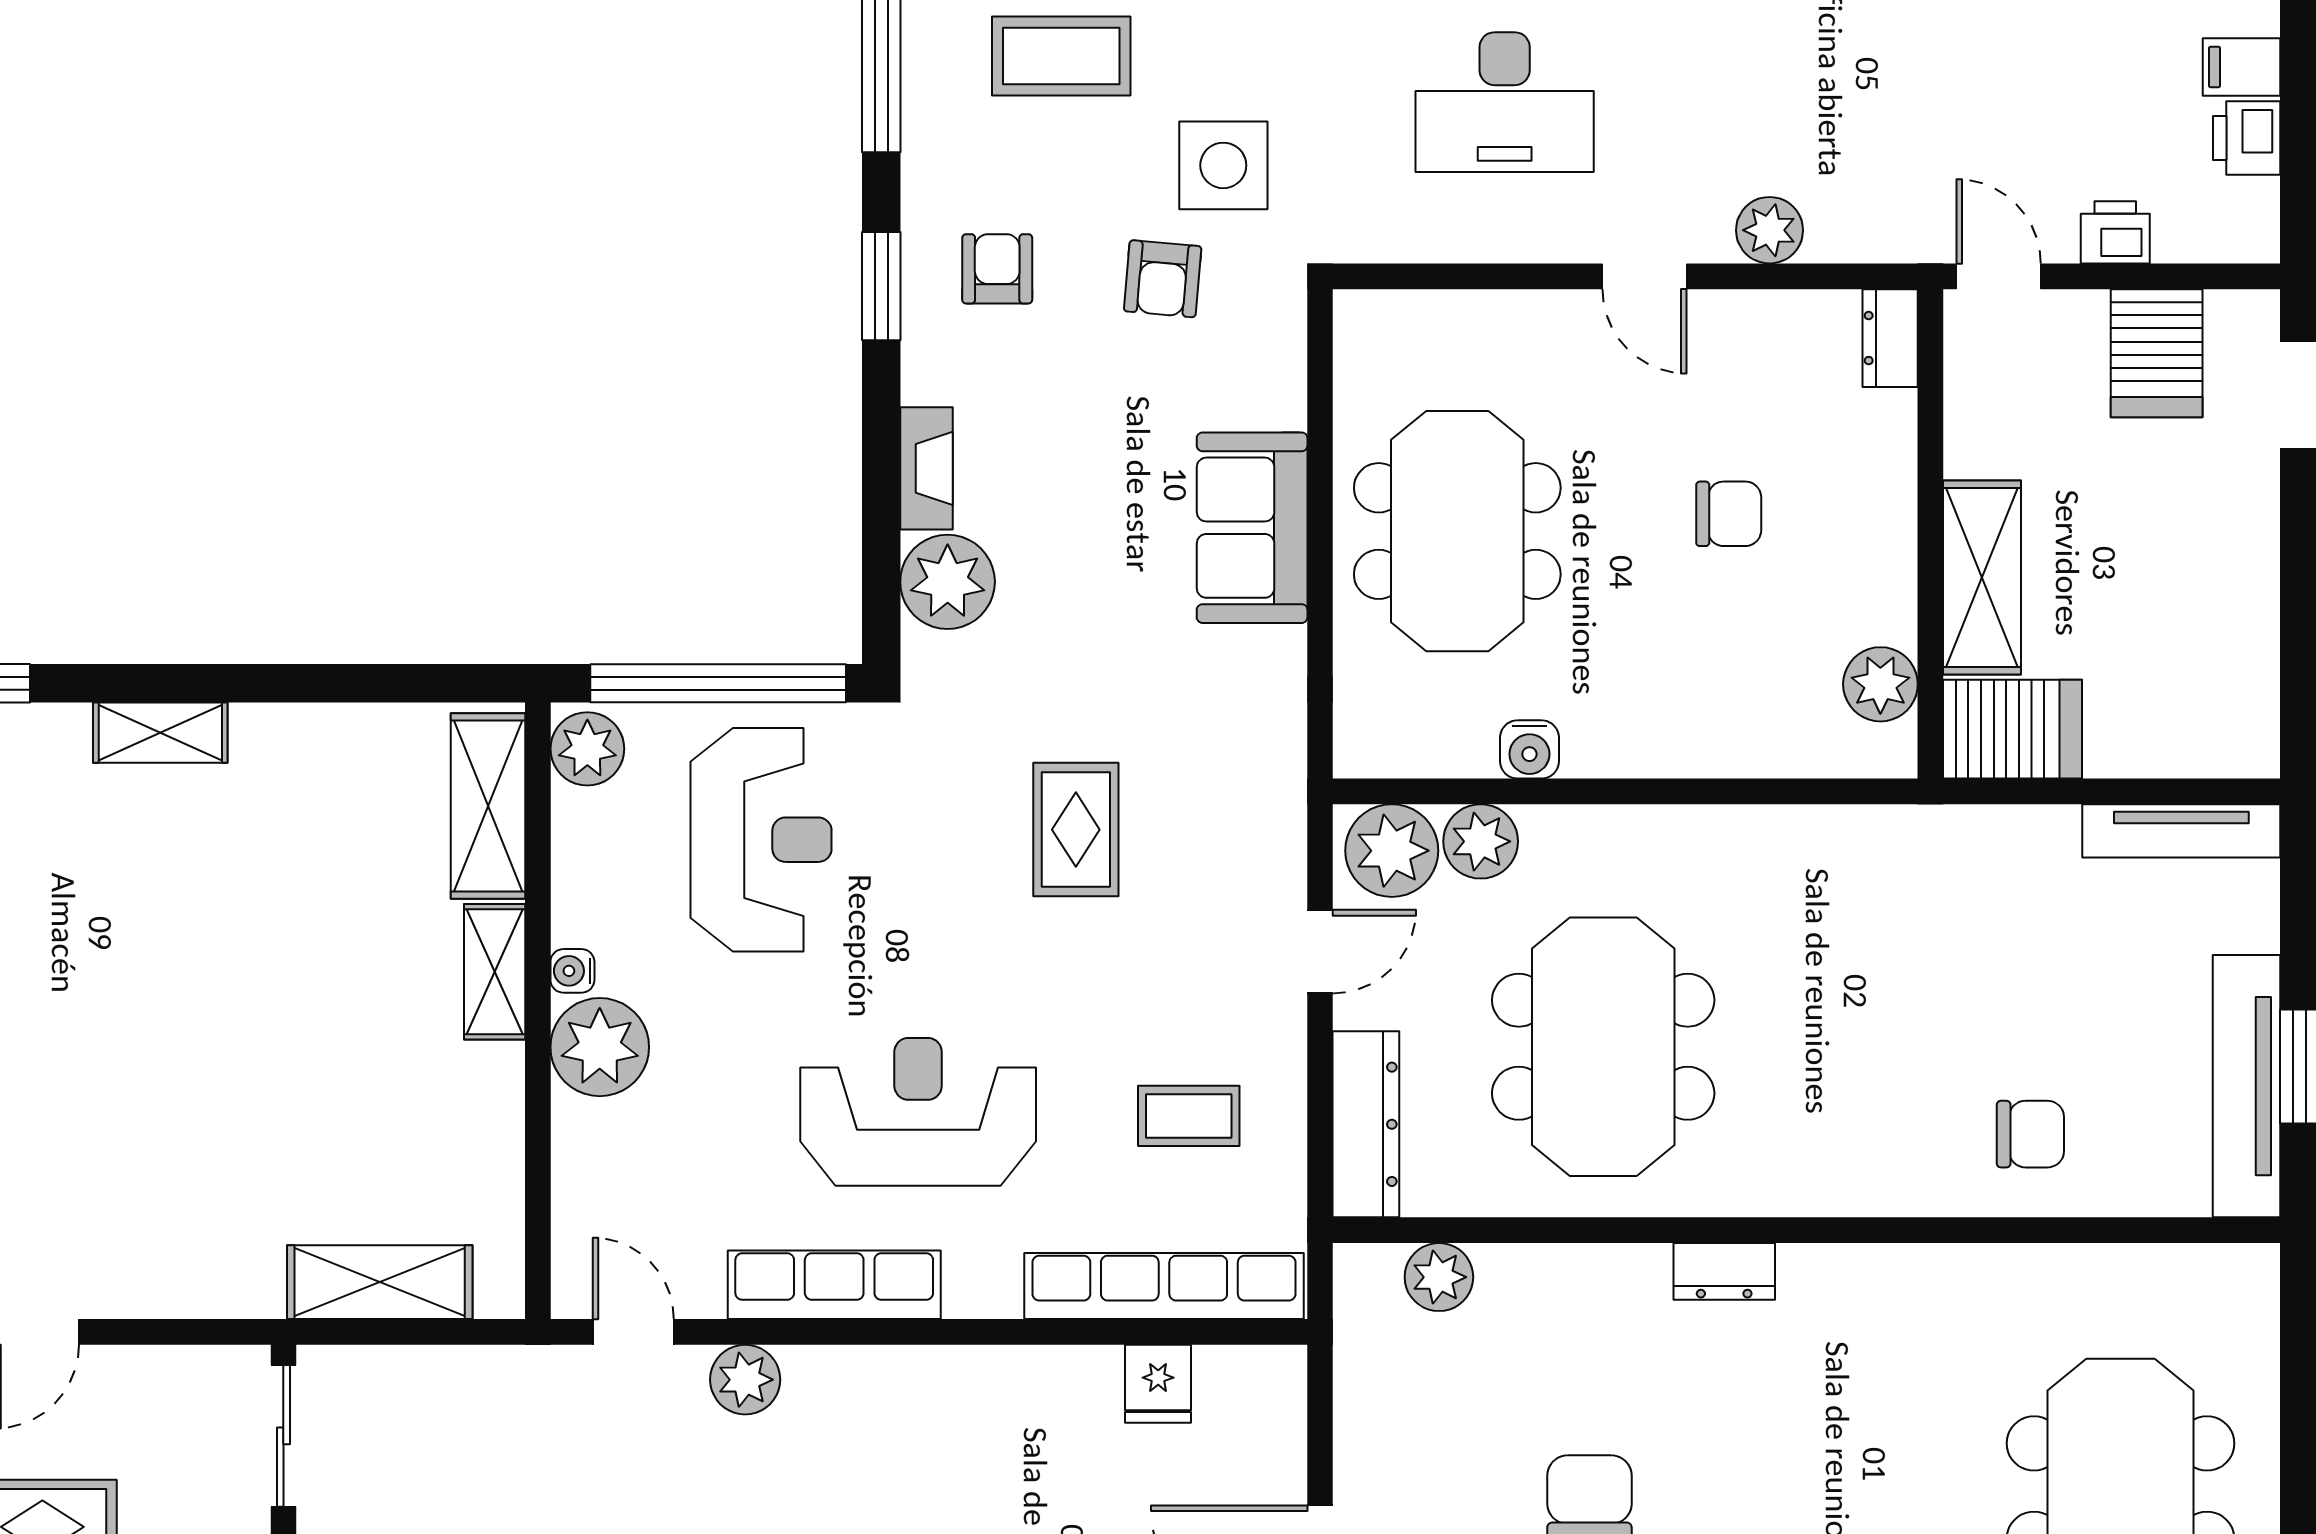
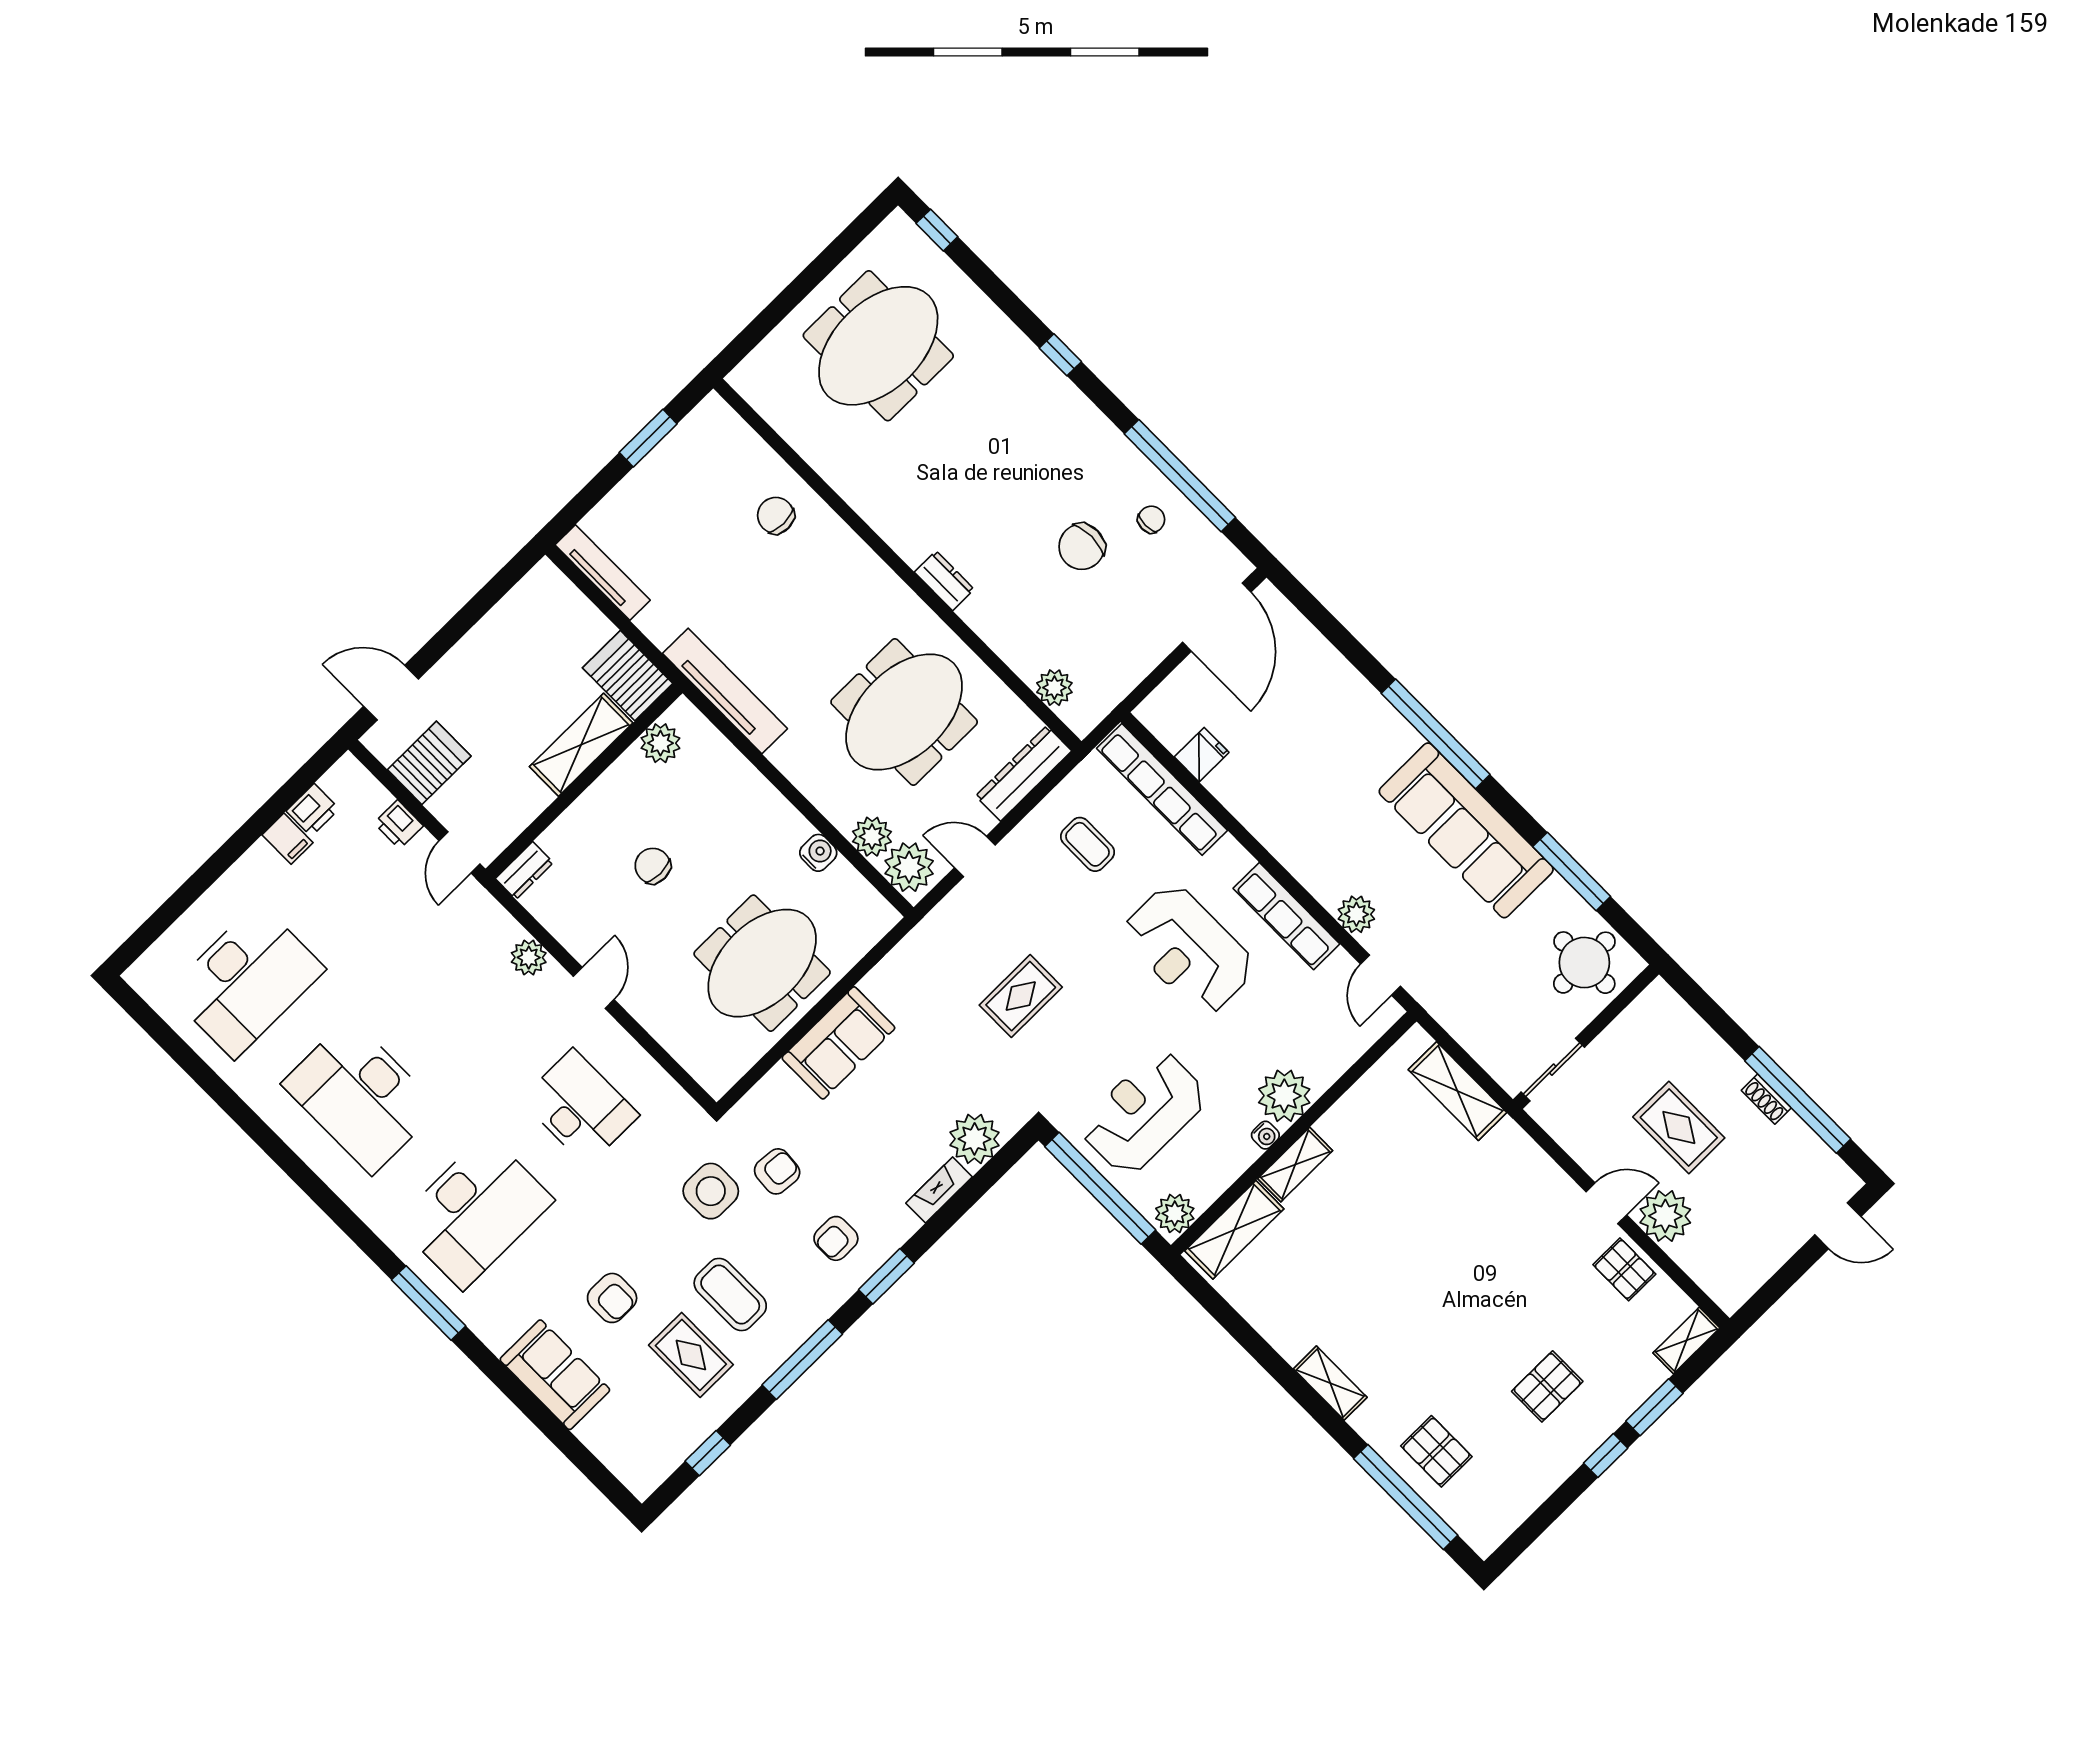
tv unit: (2247, 1086) -> (725, 691), moved, turned -90

